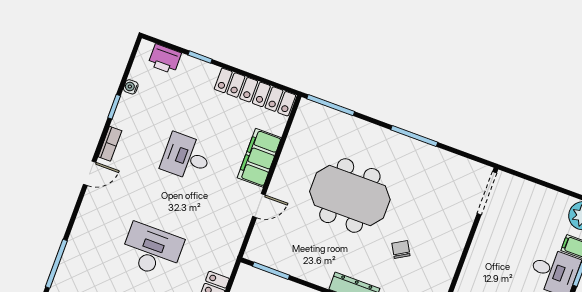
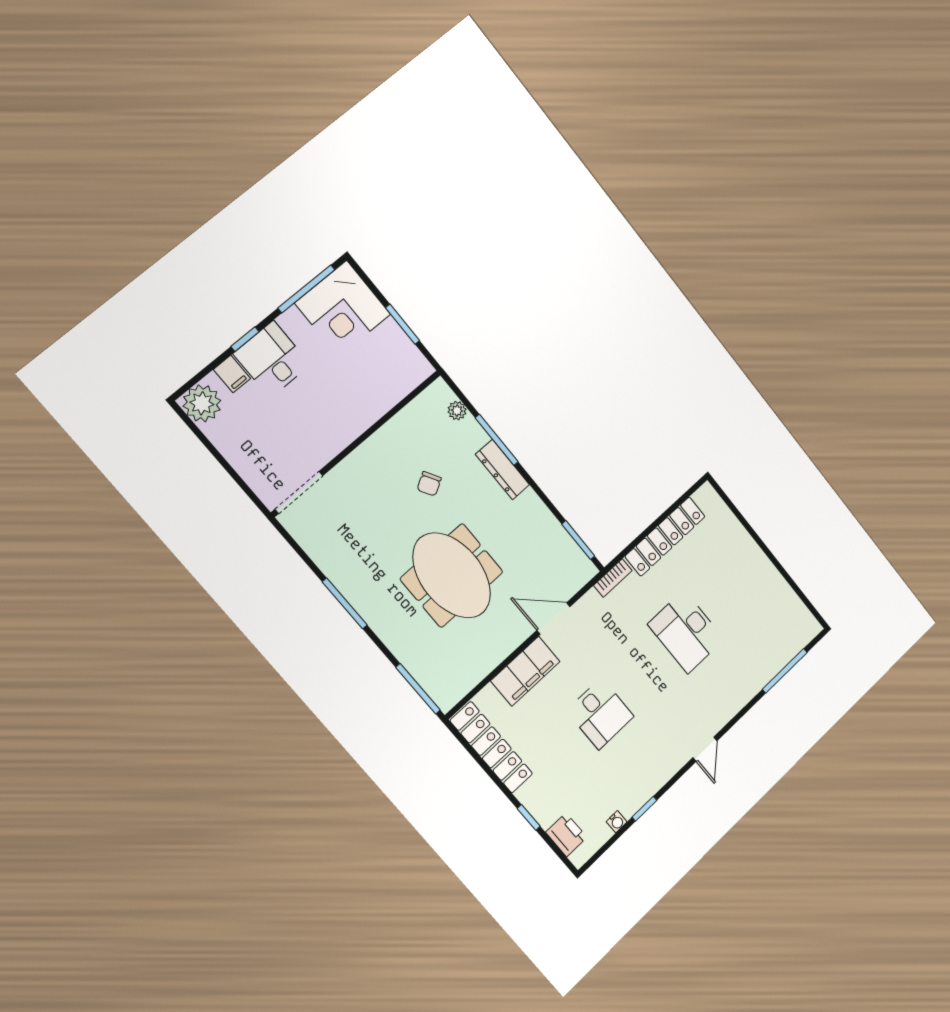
bookcase: (110, 144) -> (613, 578), moved, turned 180
door: (90, 173) -> (705, 749), swing flipped
door: (259, 206) -> (553, 618), width x1.38

